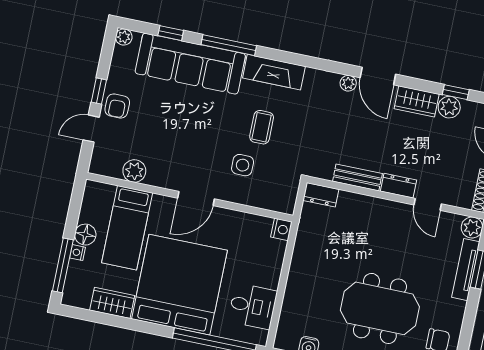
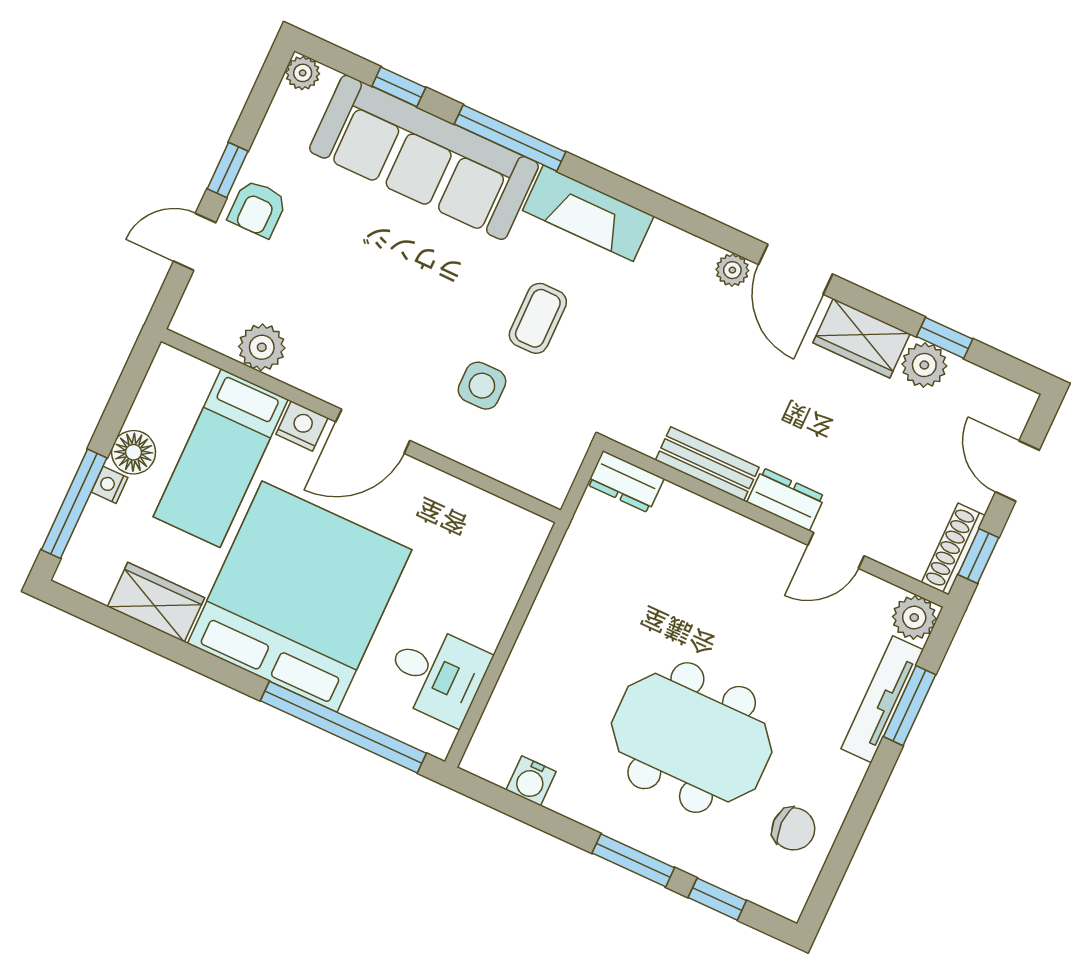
door: (428, 204) -> (836, 550), hinge flipped
nightstand: (281, 229) -> (302, 426), moved, turned -90

